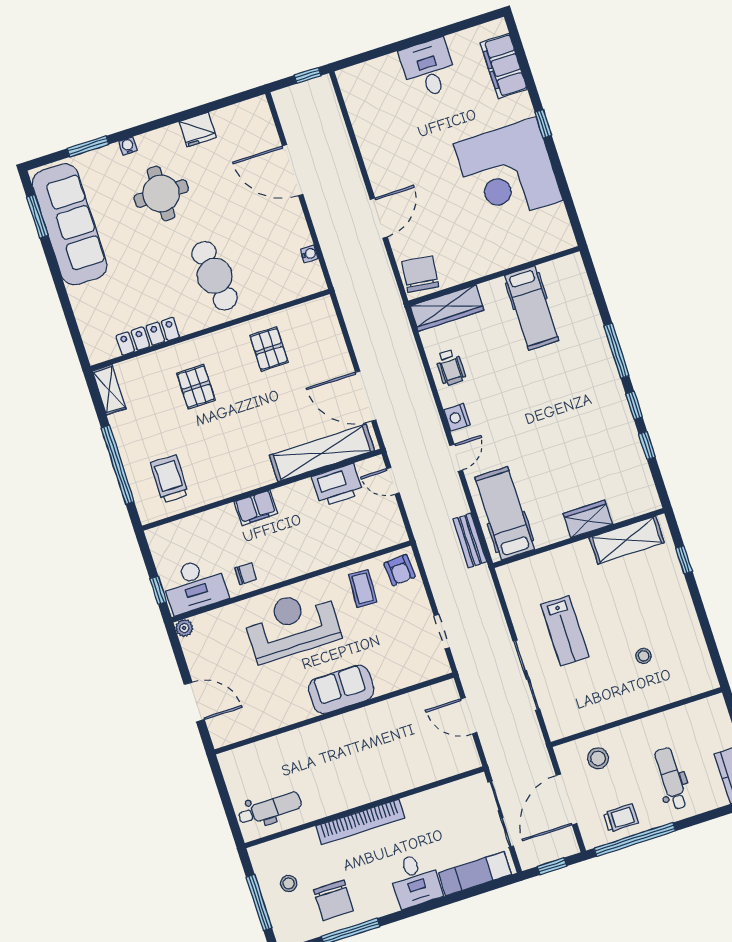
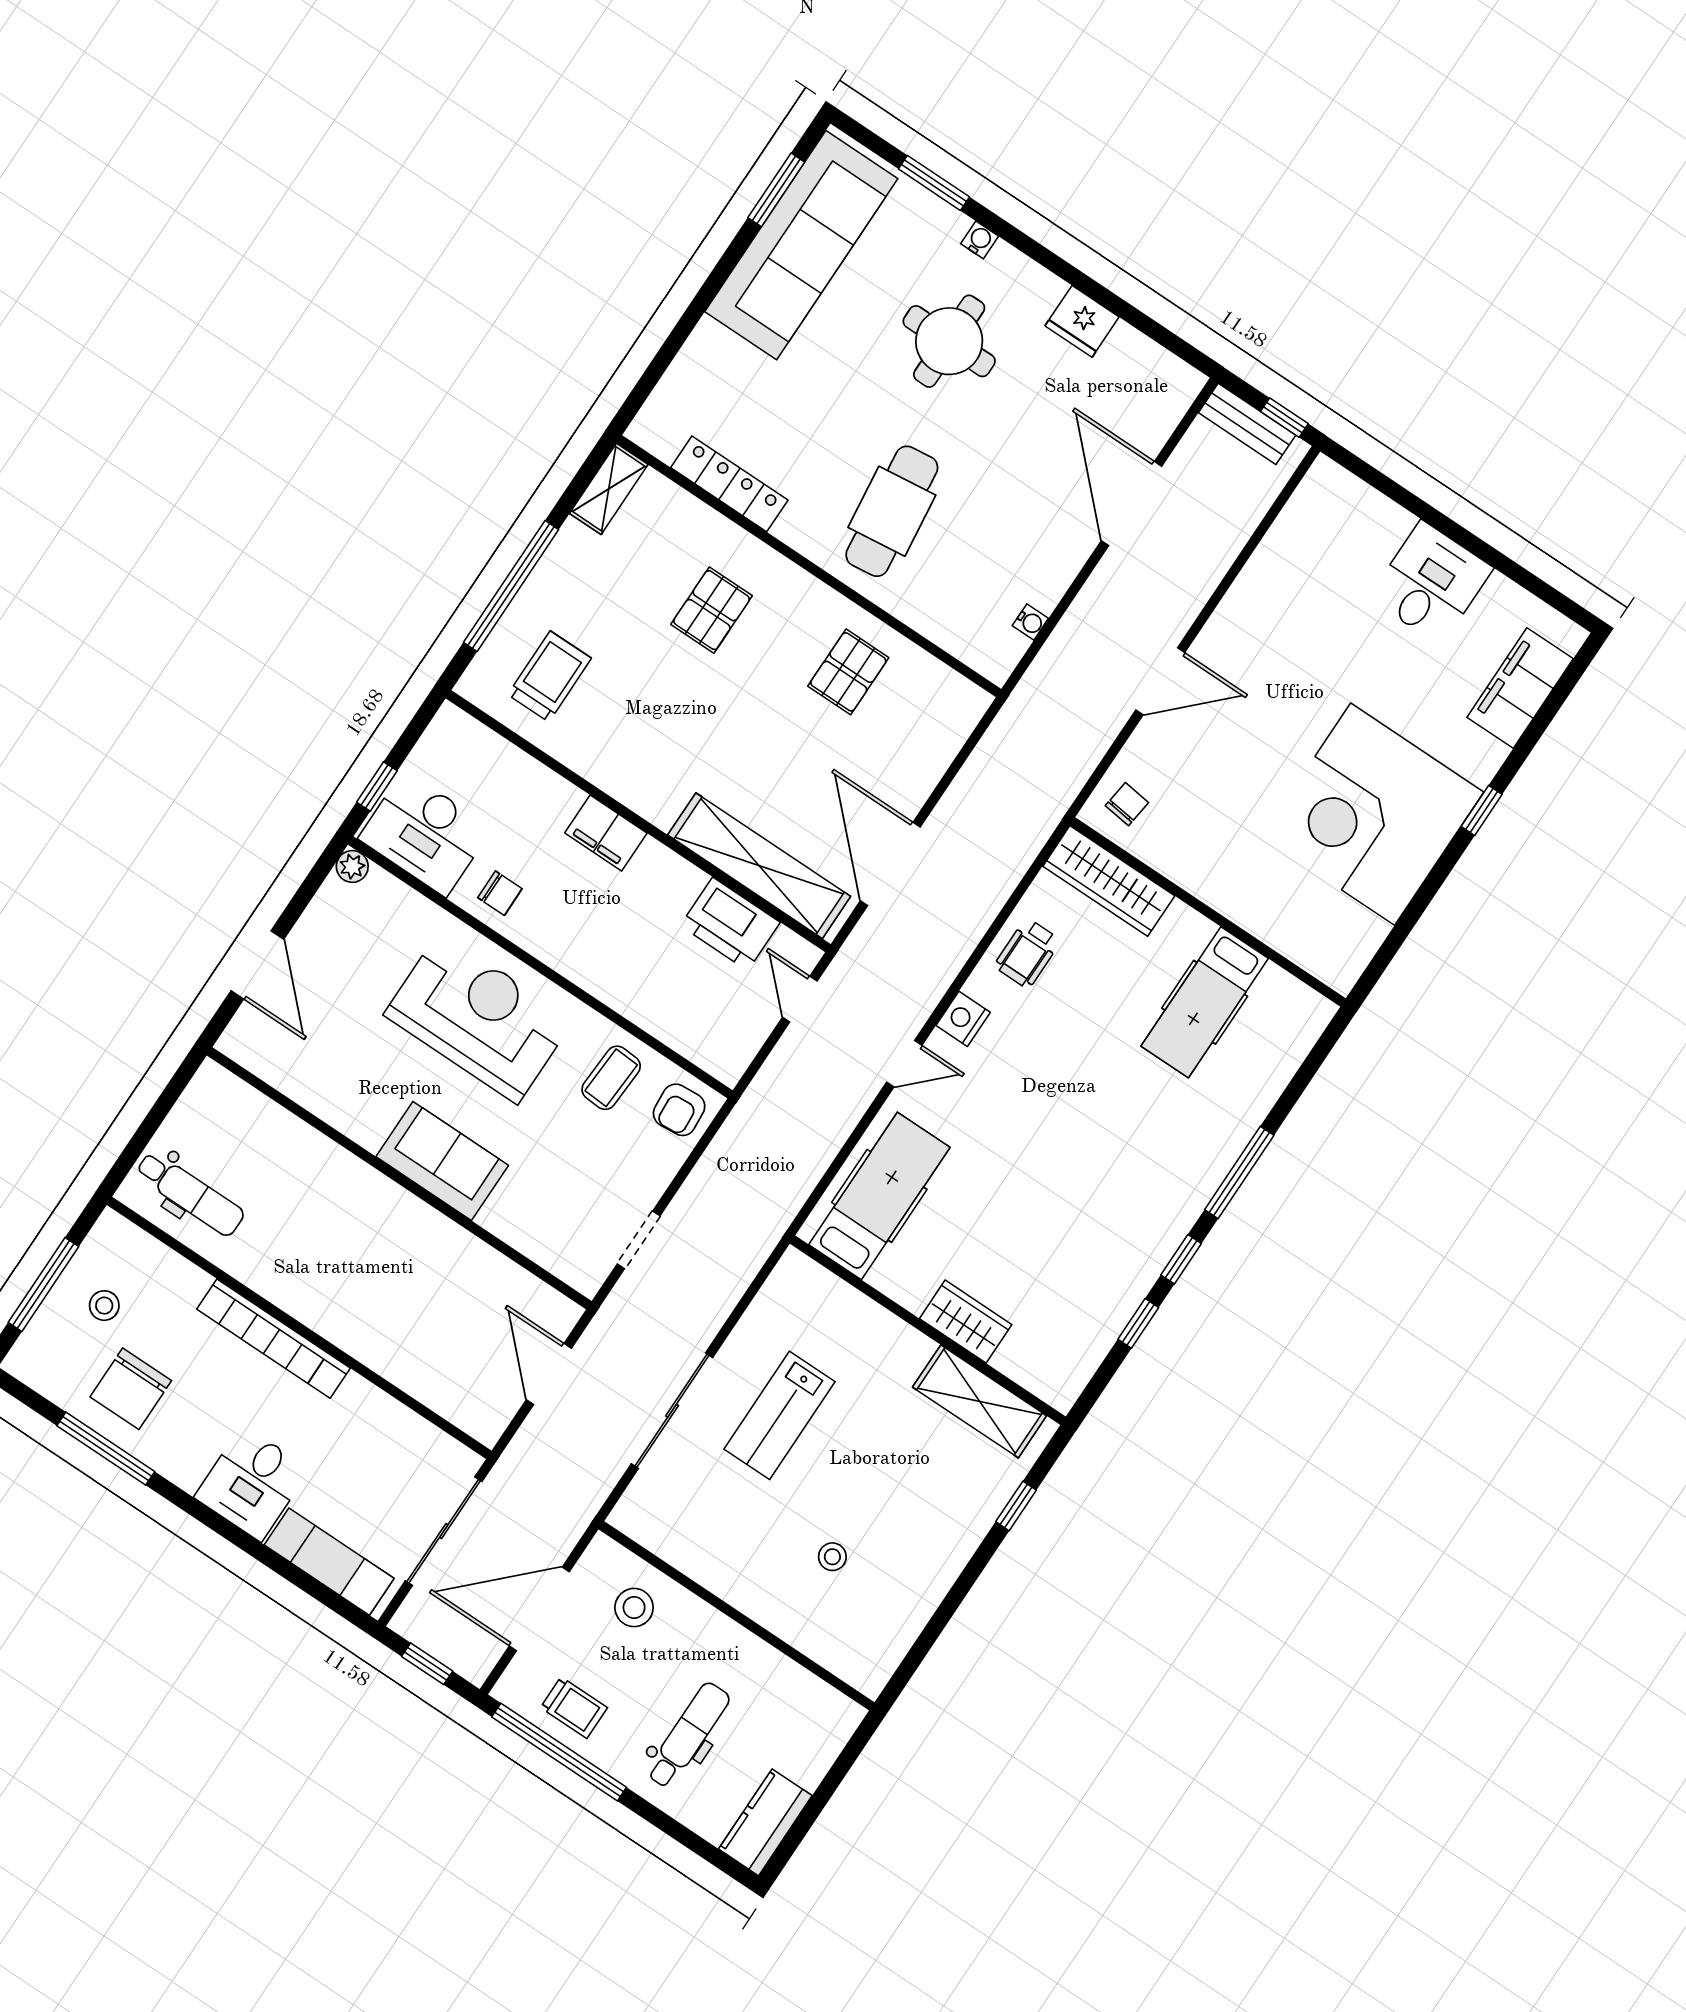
chair: (420, 274) -> (1127, 804), width x0.54, depth x0.54
bench: (470, 541) -> (1247, 424), moved, turned 90

